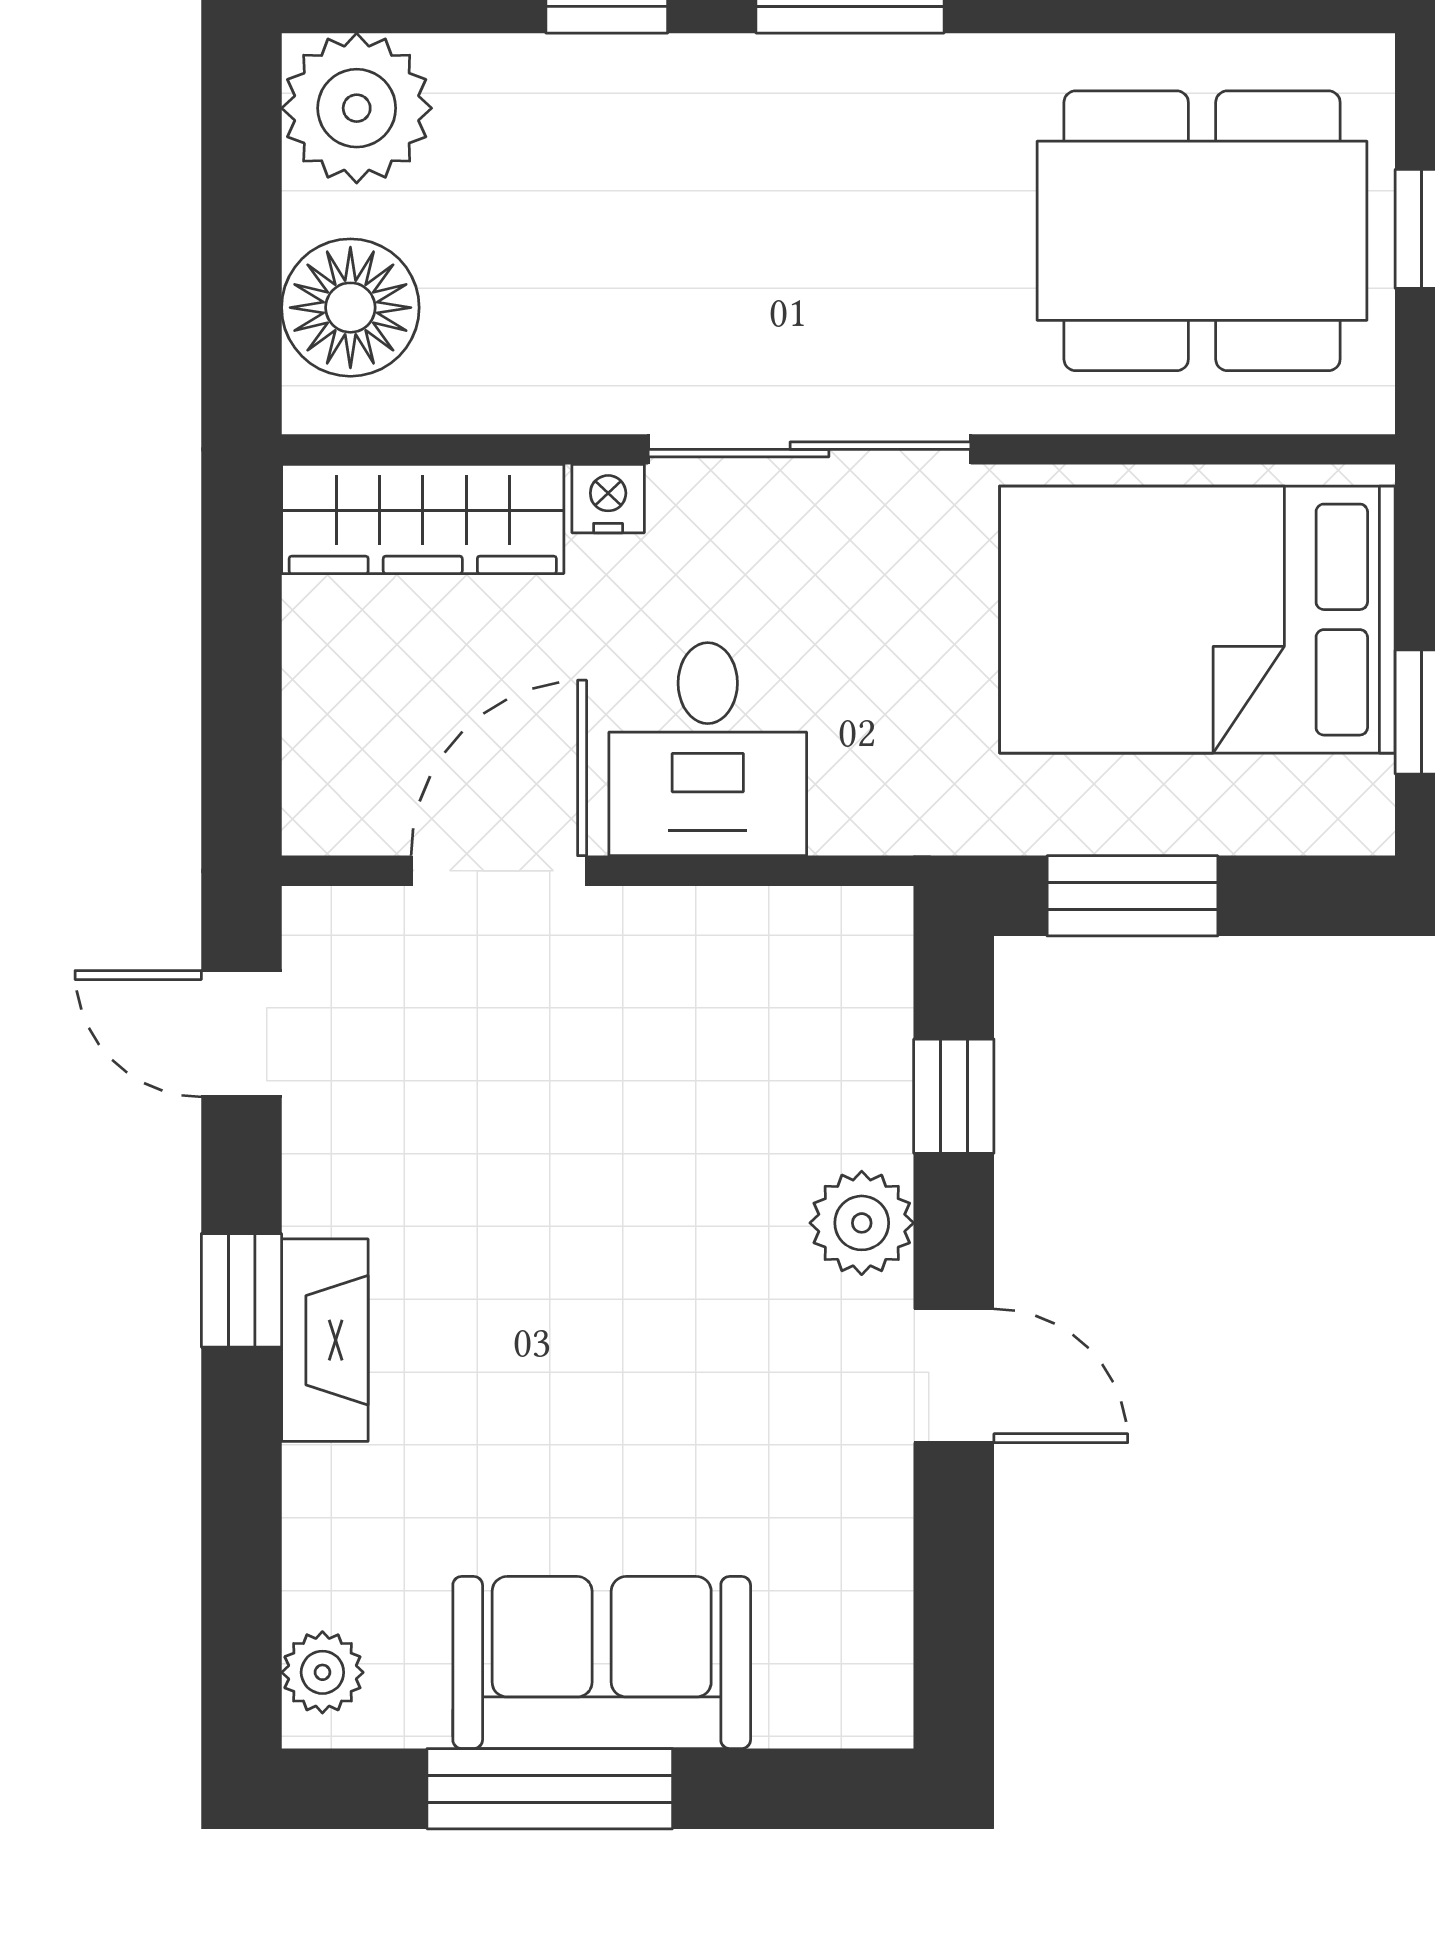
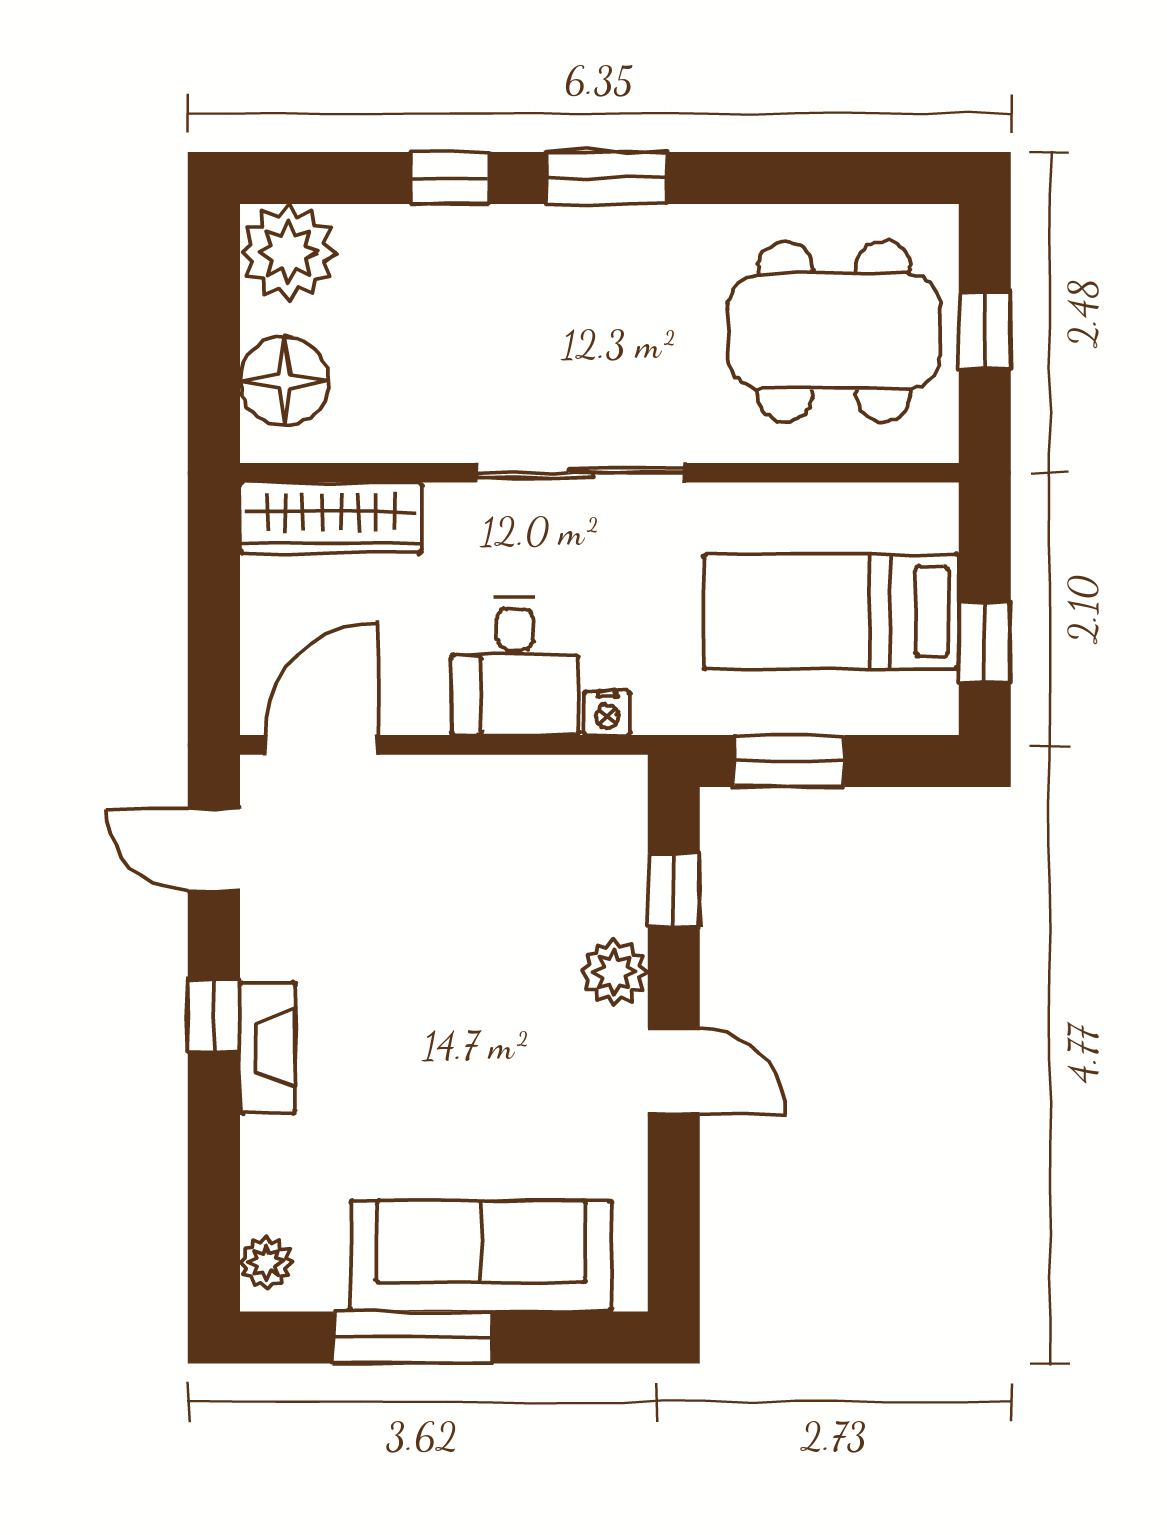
nightstand: (608, 499) -> (607, 713), moved, turned 180
bed: (1197, 620) -> (831, 611), width x0.67
door: (499, 871) -> (321, 745), moved
sofa: (602, 1663) -> (481, 1256), width x1.36

